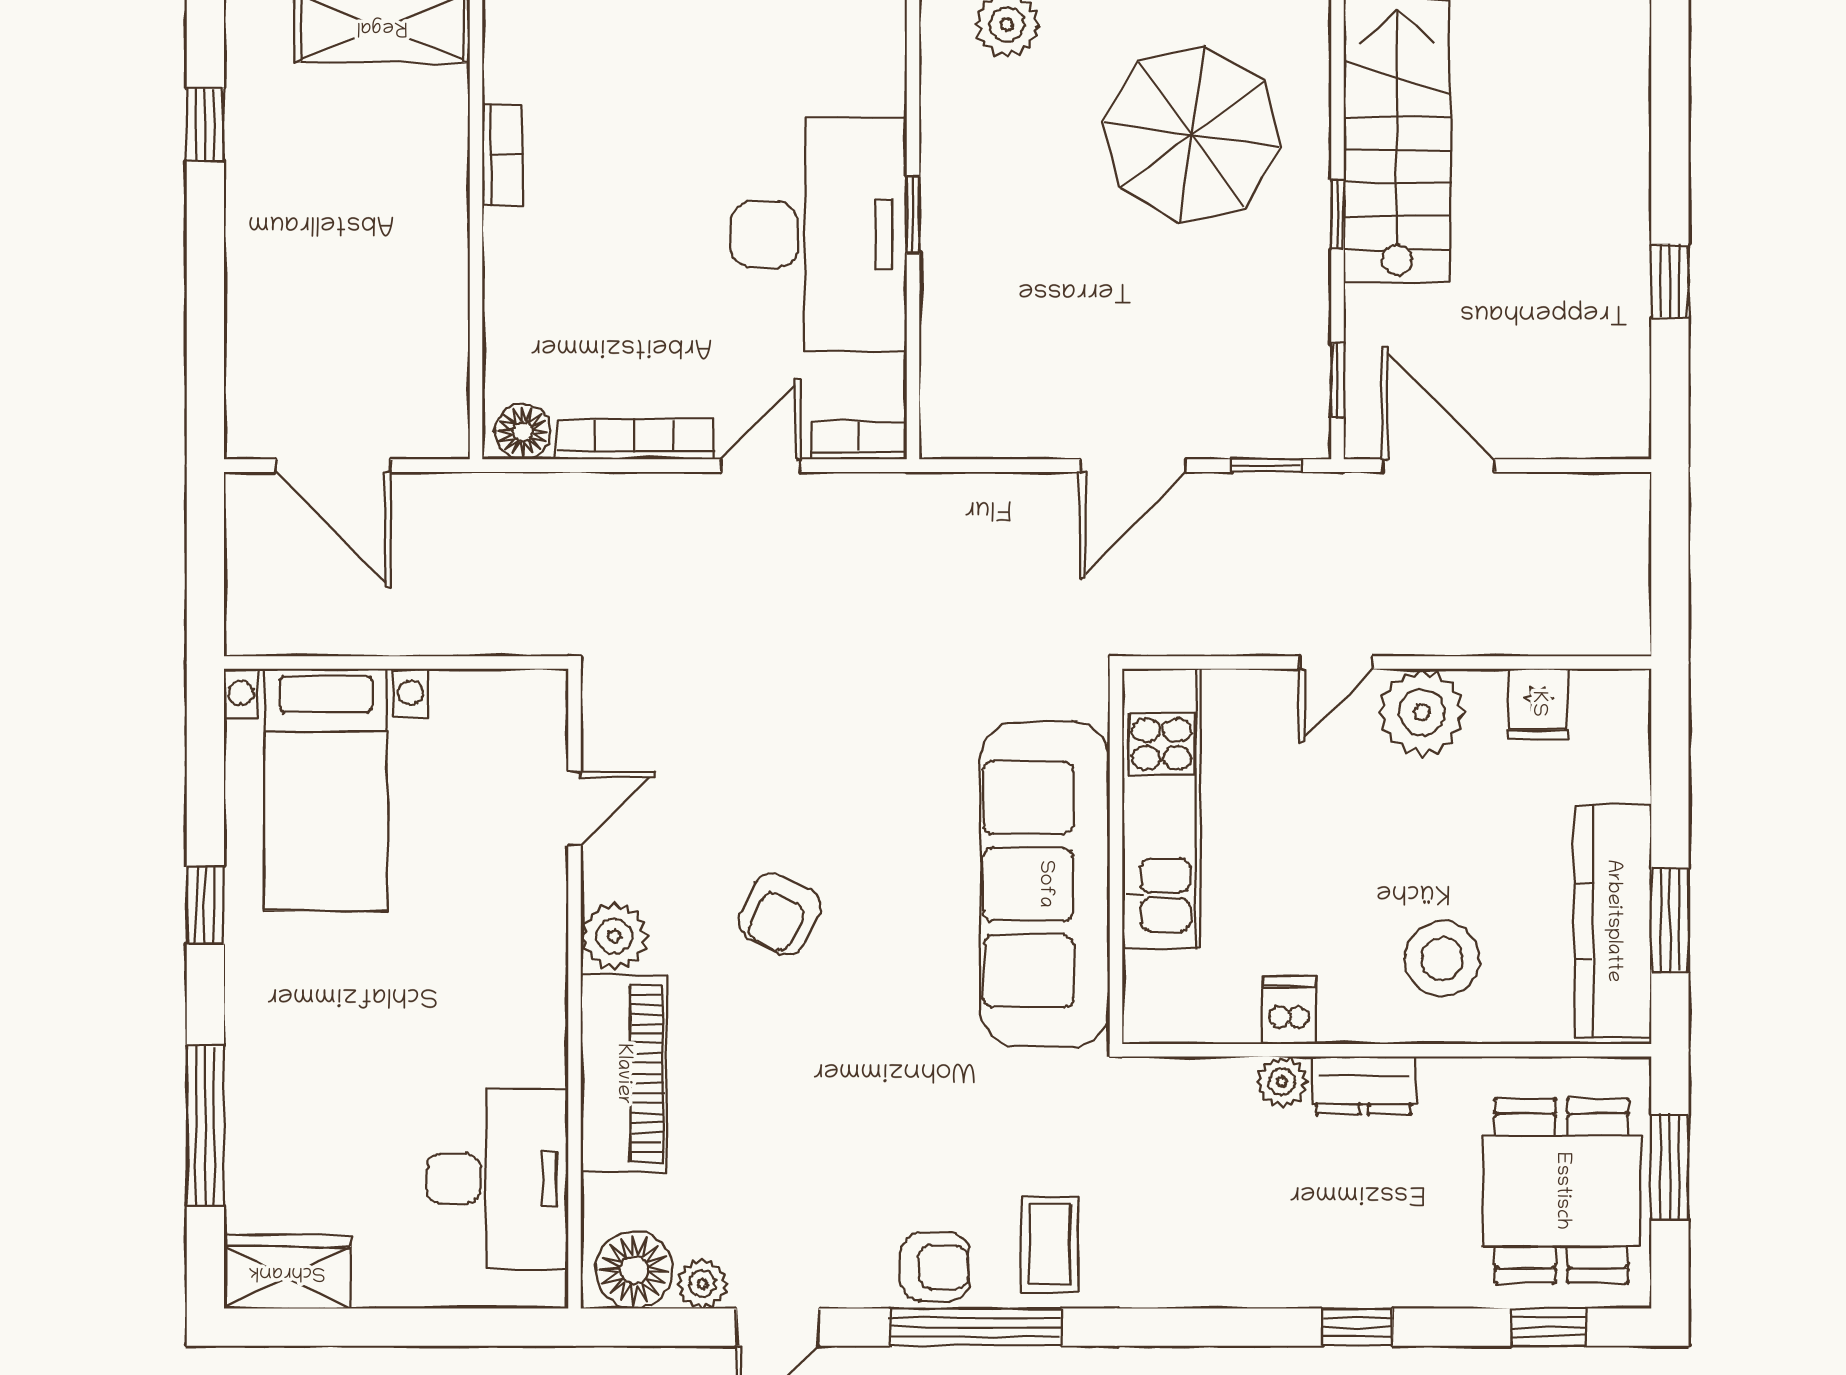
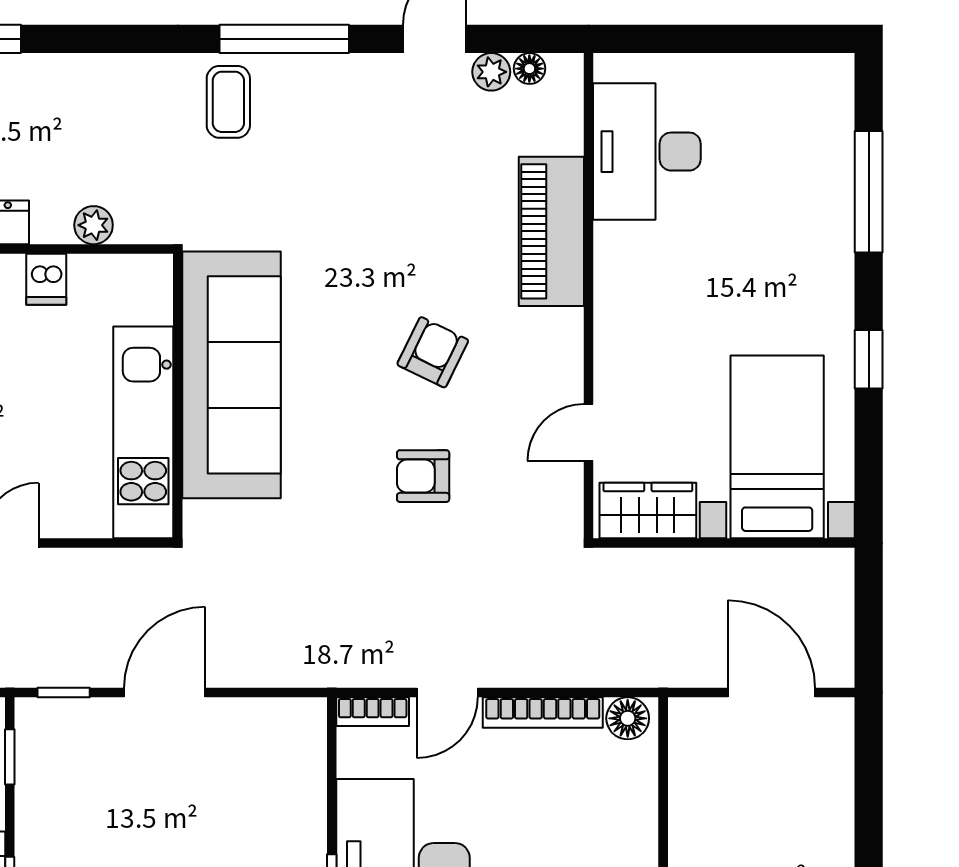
plant: (614, 936) -> (558, 335), removed
plant: (1282, 1082) -> (94, 225), moved
armchair: (935, 1267) -> (423, 476), moved
floor lamp: (634, 1270) -> (529, 69), width x0.53, depth x0.53
wardrobe: (287, 1272) -> (648, 510), moved, turned 180

